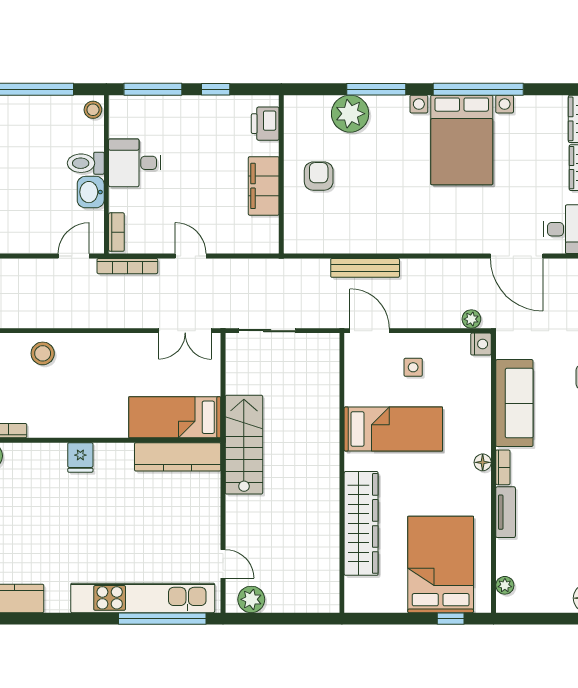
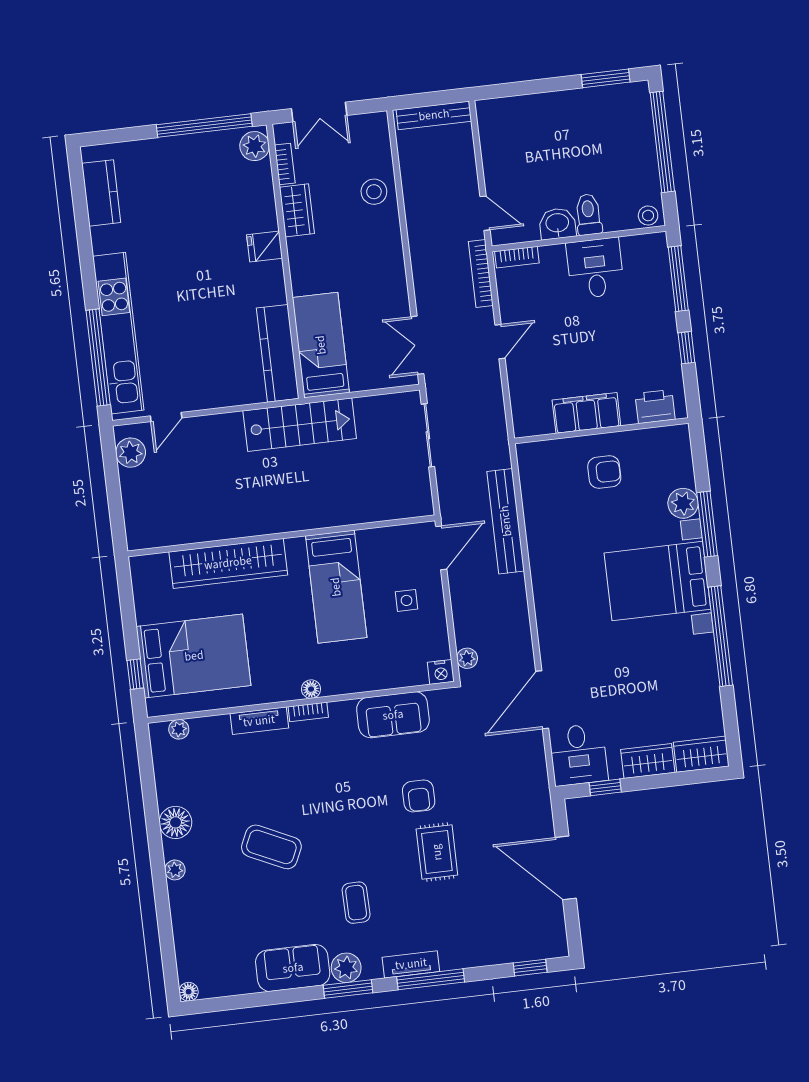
plant: (350, 114) -> (683, 503), width x0.73, depth x0.73
bed with nightstands: (462, 140) -> (657, 581), moved
bench: (365, 268) -> (506, 521), width x1.37, depth x1.21
sofa: (514, 403) -> (393, 715), width x0.73
wardrobe: (51, 425) -> (297, 210), added

